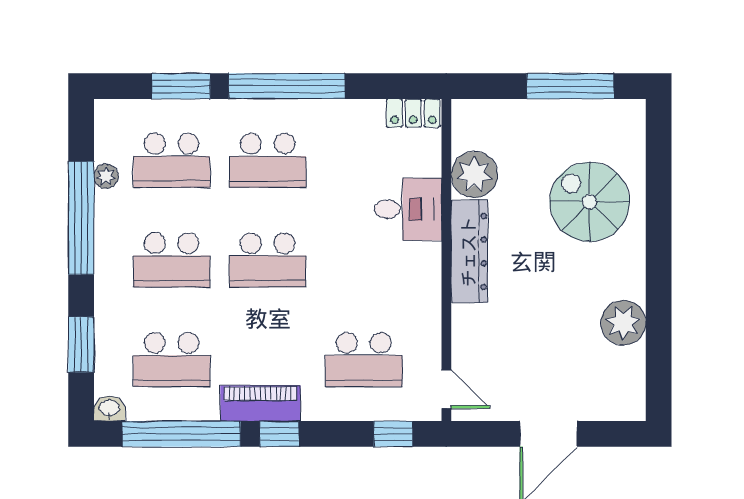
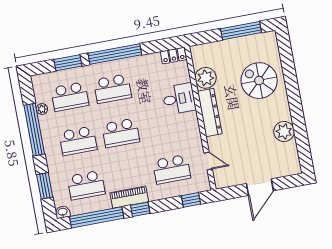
door: (446, 389) -> (208, 161), moved

